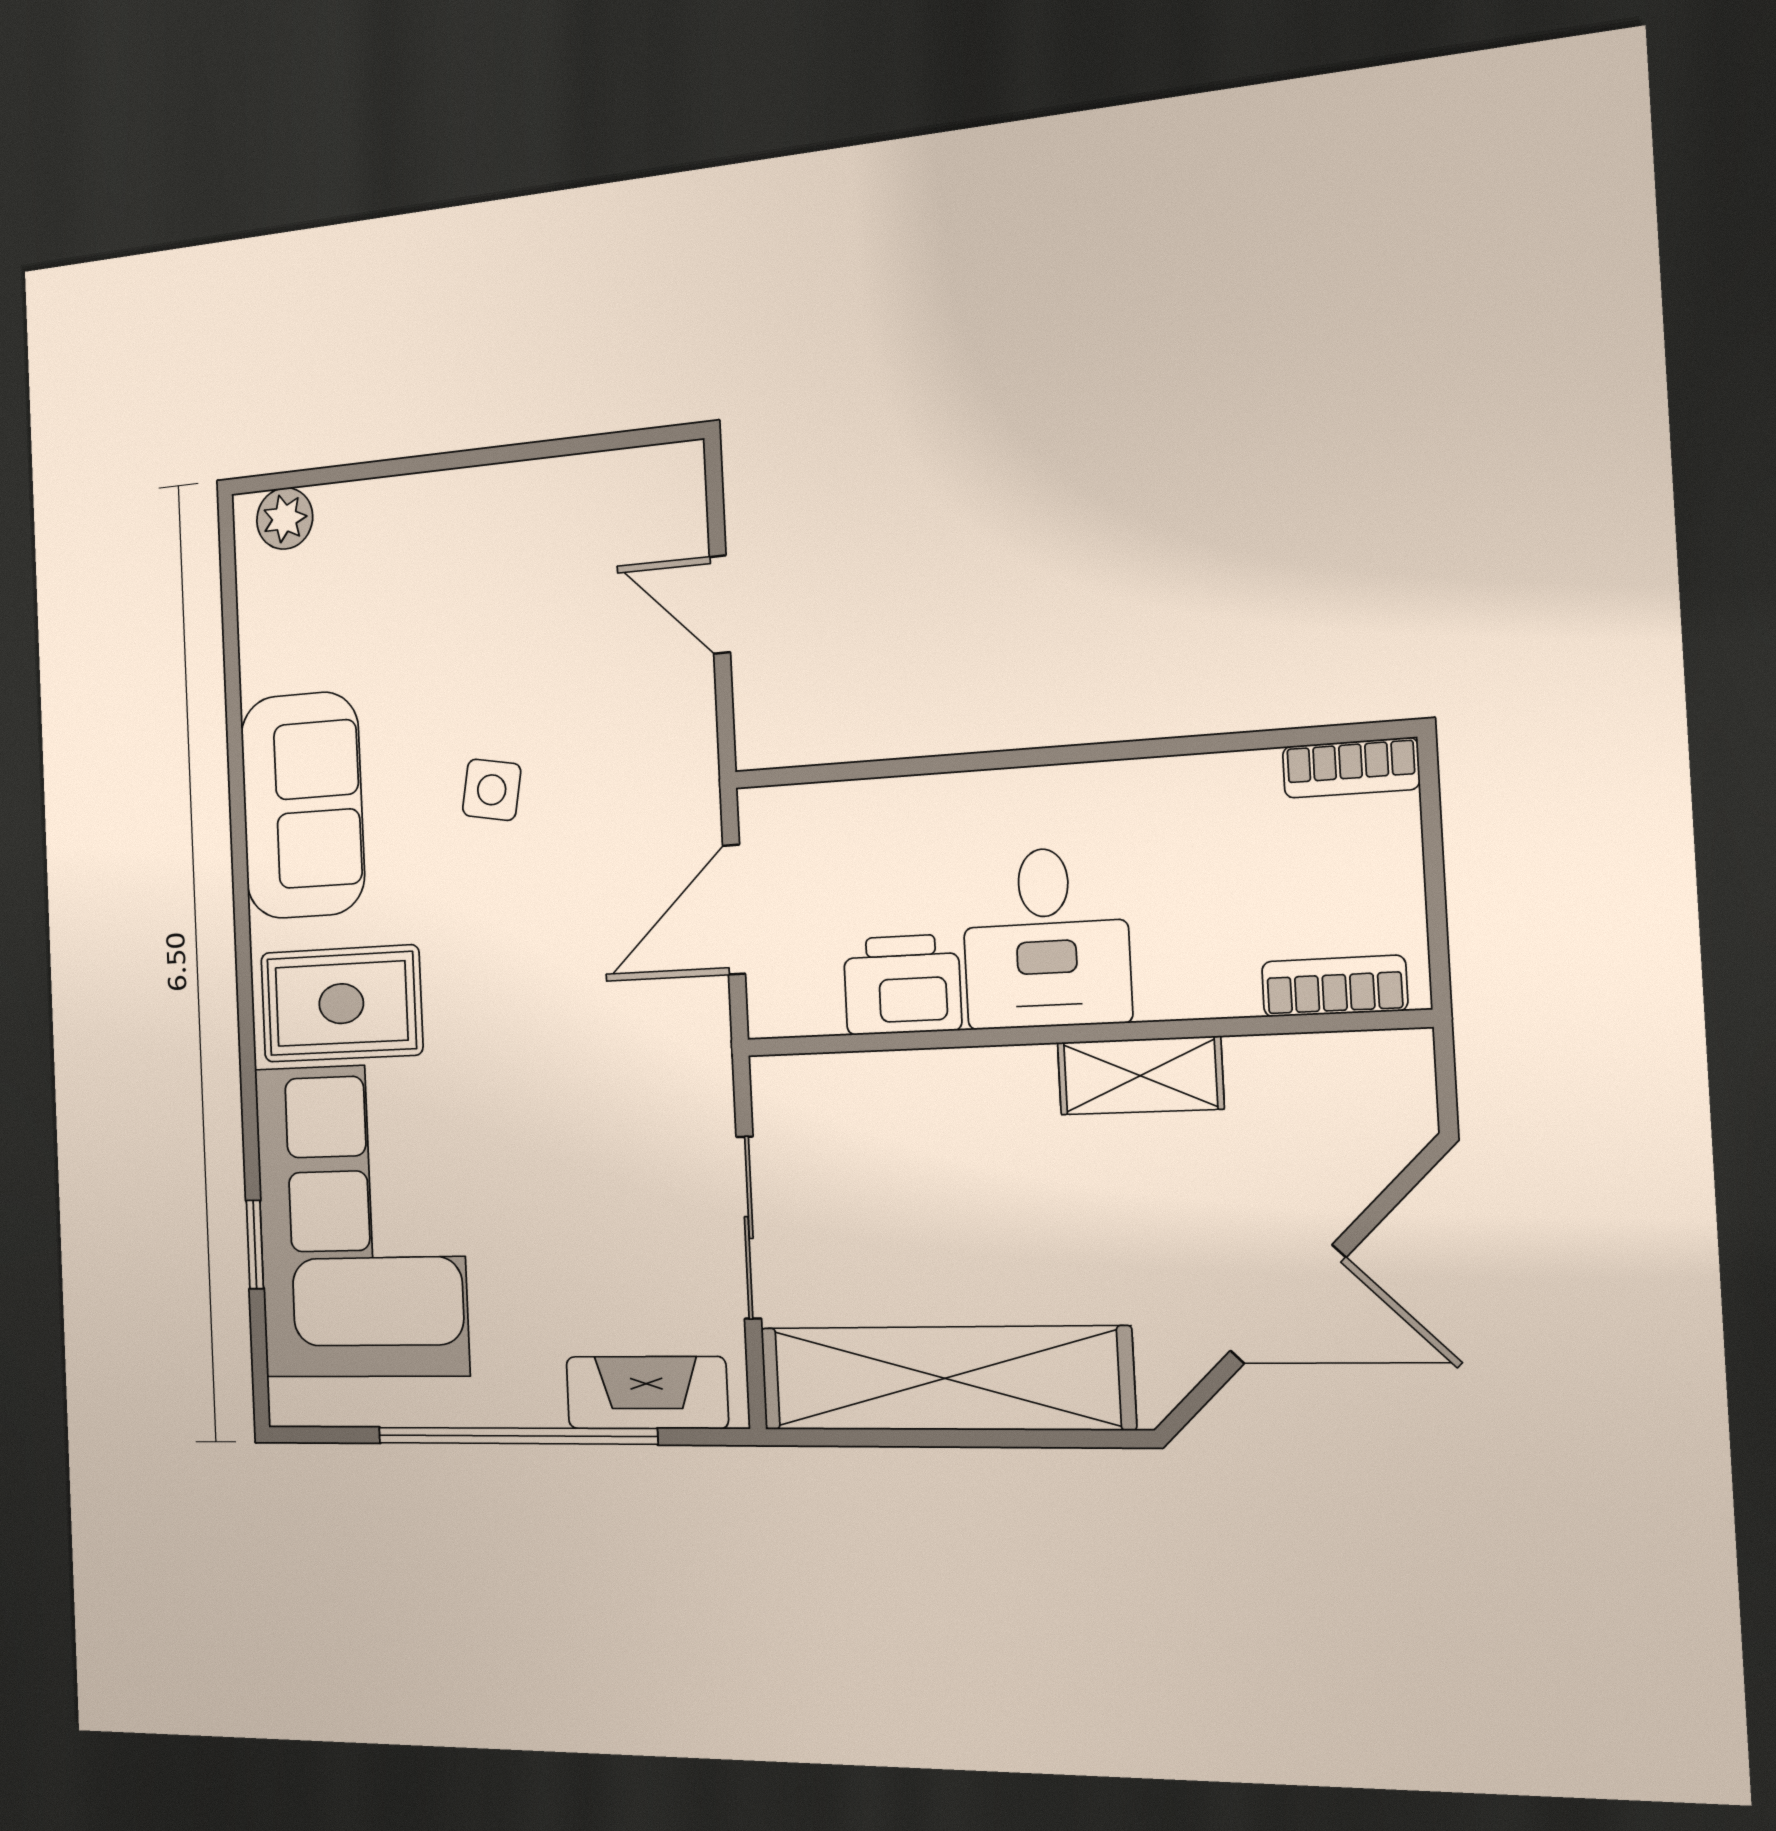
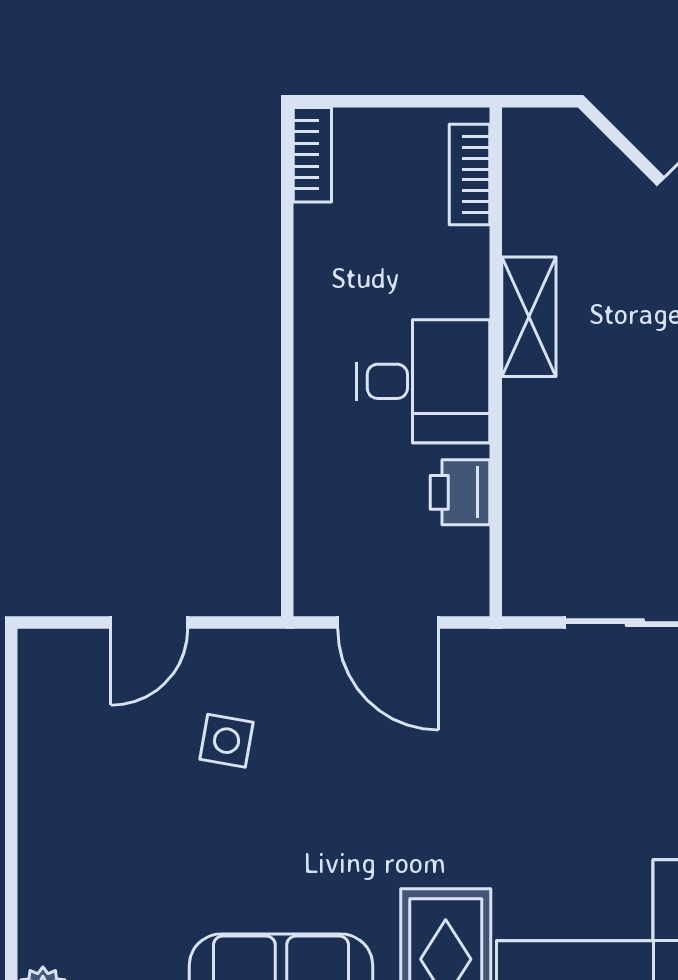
side table: (492, 790) -> (227, 741), moved
printer: (902, 985) -> (460, 492), width x0.73, depth x0.81

